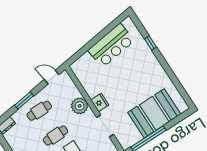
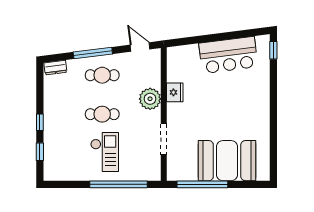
window: (151, 43) -> (273, 50), moved
window: (24, 100) -> (93, 53), width x1.44
fridge: (100, 102) -> (175, 92), moved

